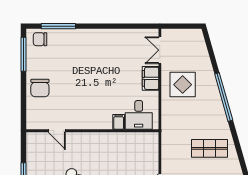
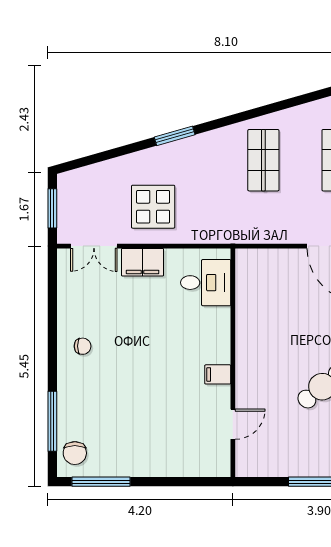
window: (182, 26) -> (52, 208), added
chair: (40, 88) -> (83, 346), moved, width x0.54, depth x0.54
window: (224, 97) -> (175, 136), width x0.47
filing cabinet: (119, 122) -> (218, 374), moved

